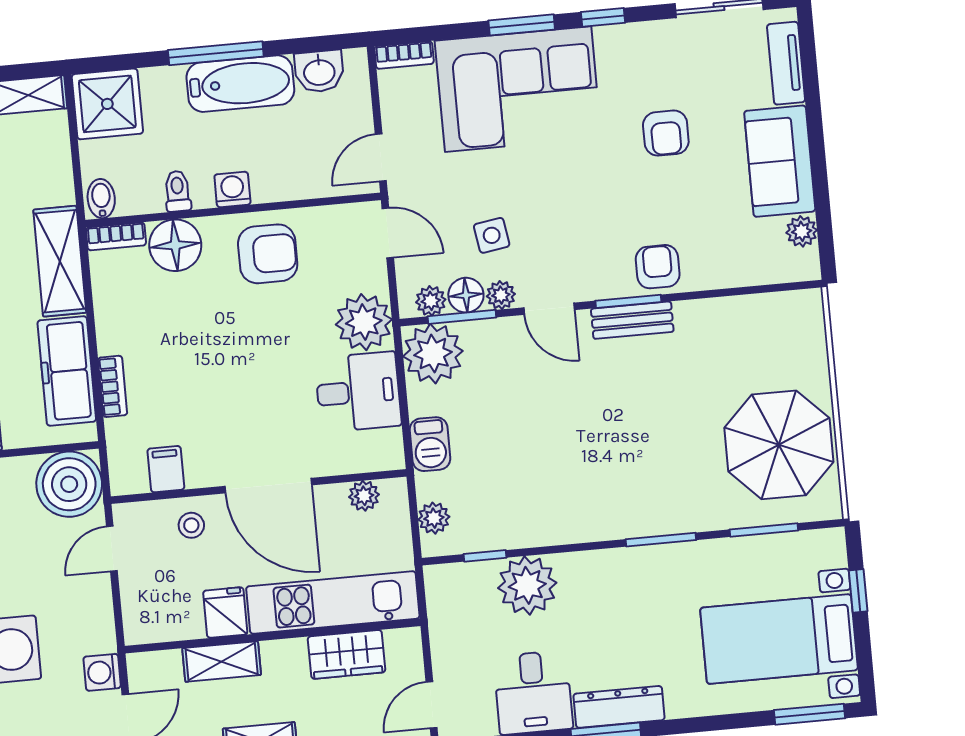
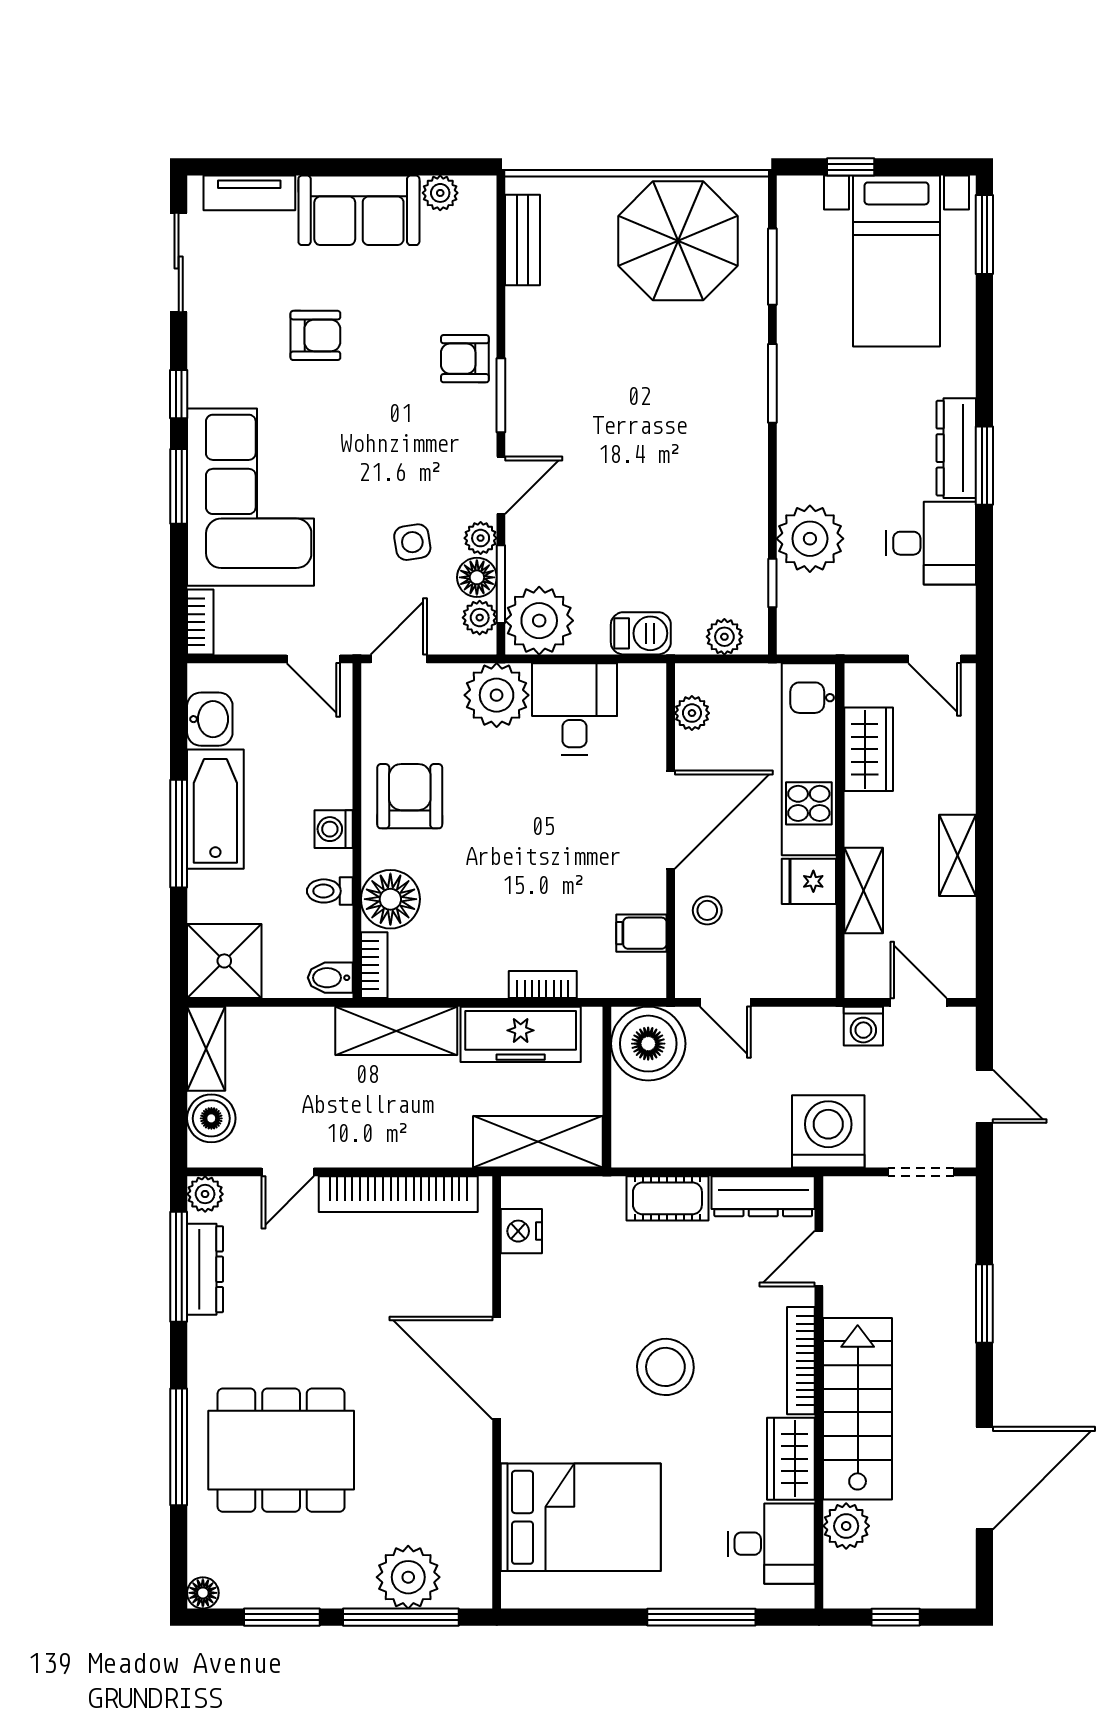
bench: (632, 320) -> (523, 240), moved

